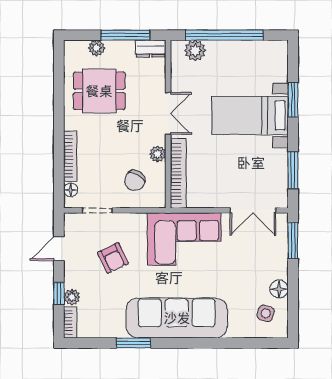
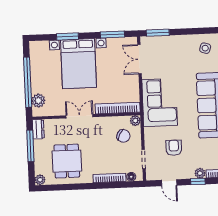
plant: (97, 48) -> (40, 180), moved
bed with nightstands: (250, 115) -> (78, 64), width x1.36
plant: (158, 154) -> (135, 121), moved
double door: (253, 210) -> (139, 59), swing flipped
armchair: (113, 258) -> (174, 148), turned -64
floor lamp: (279, 289) -> (189, 40), removed

